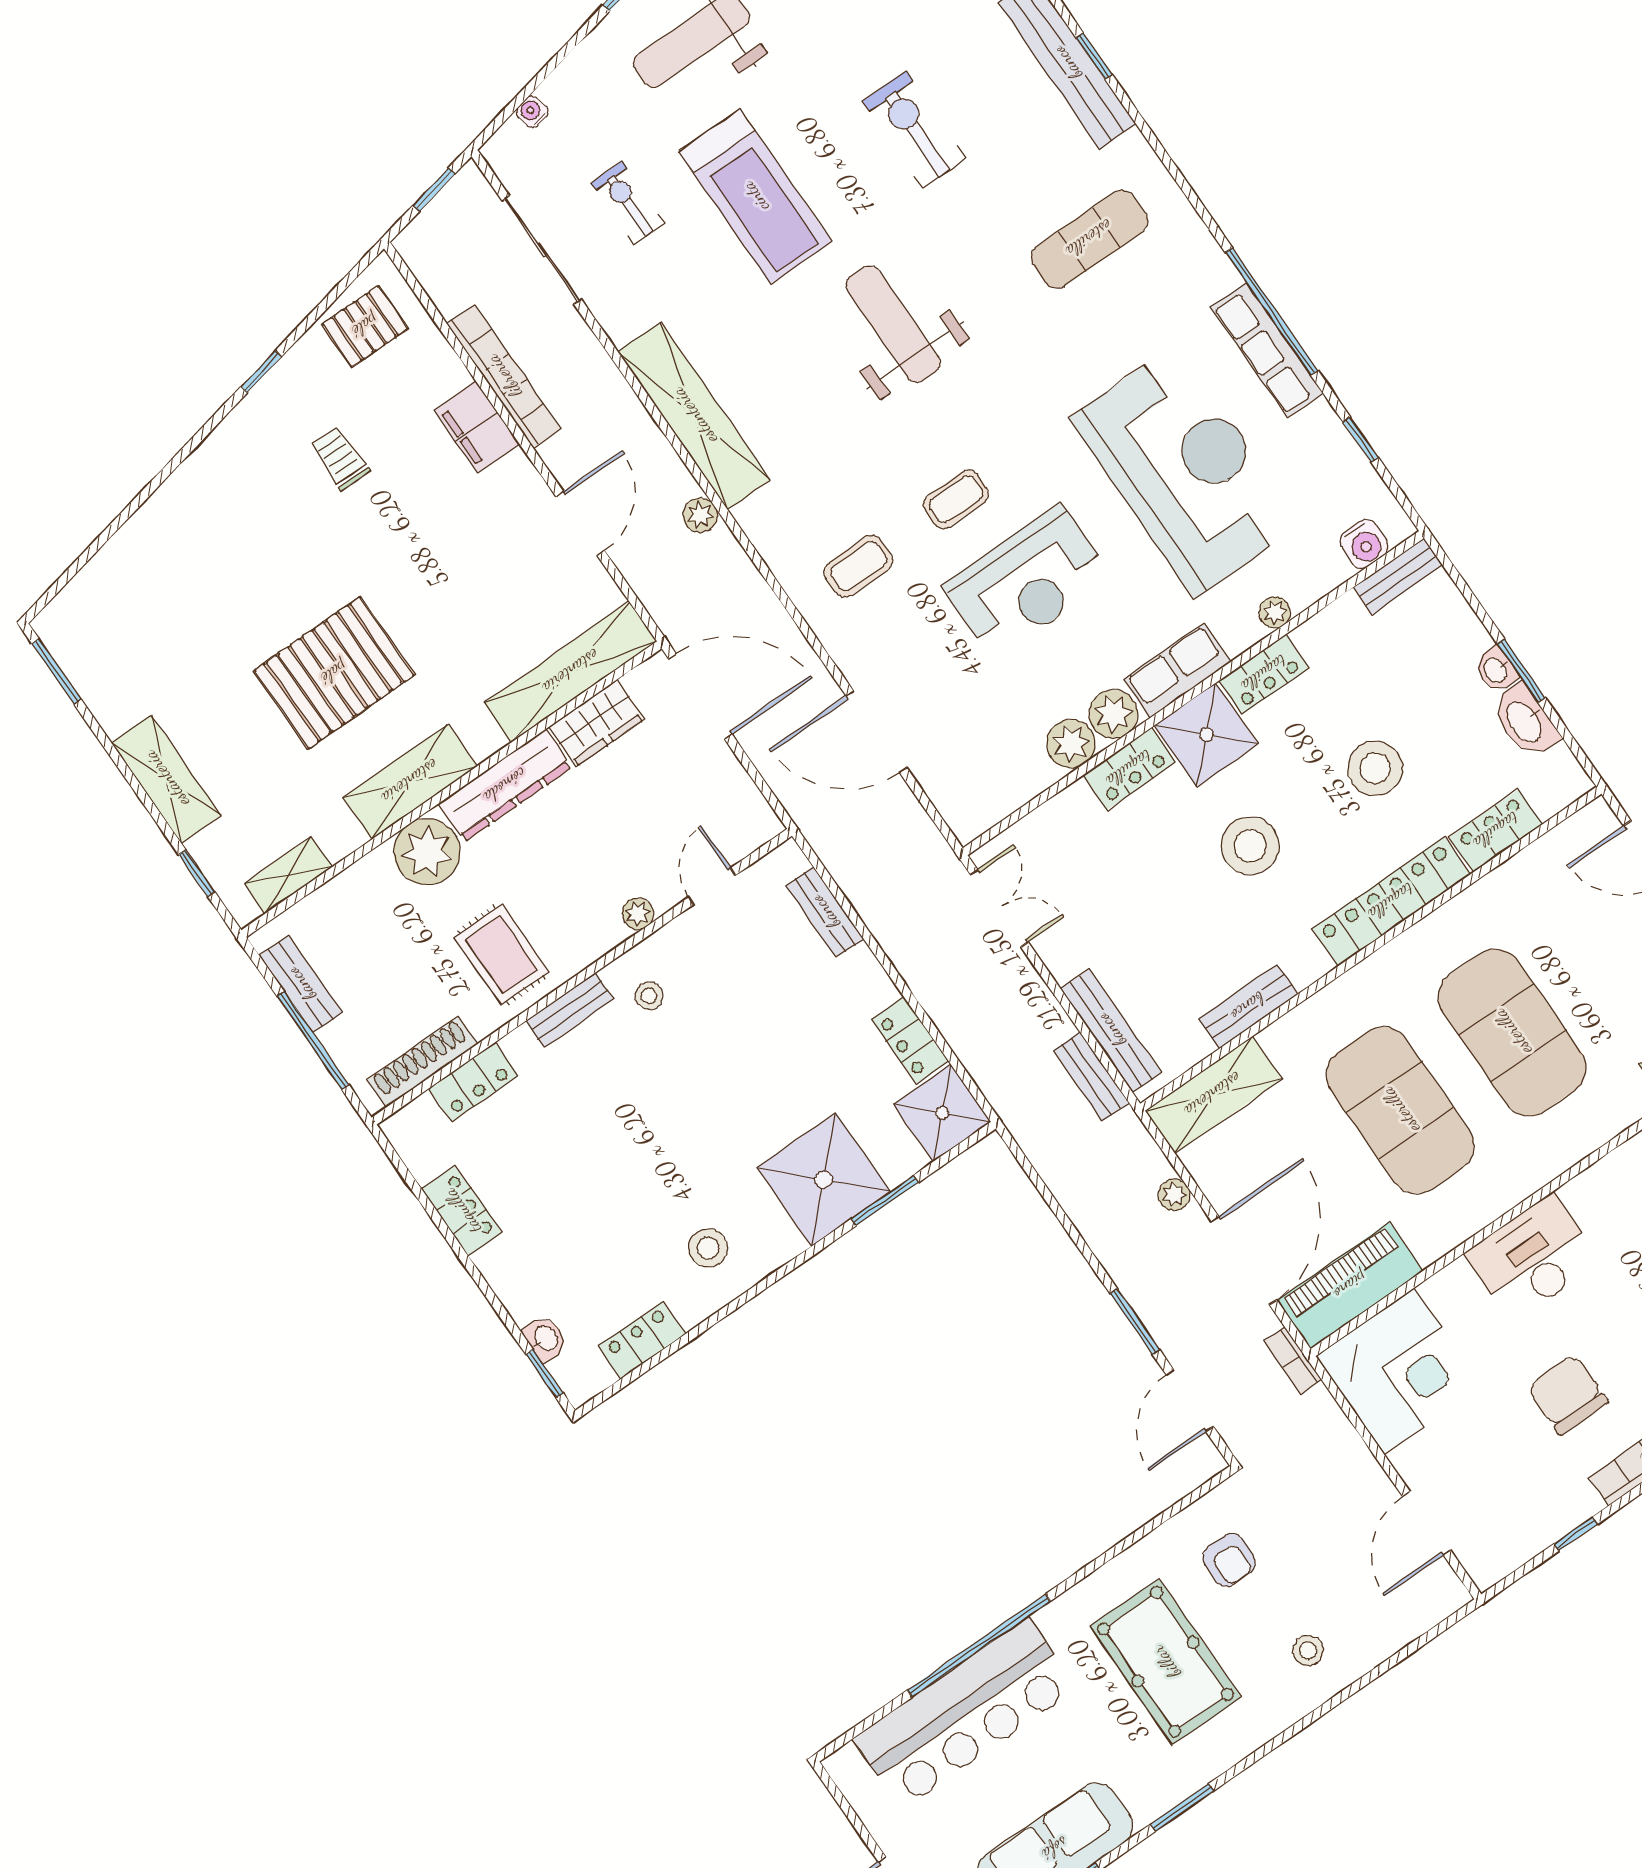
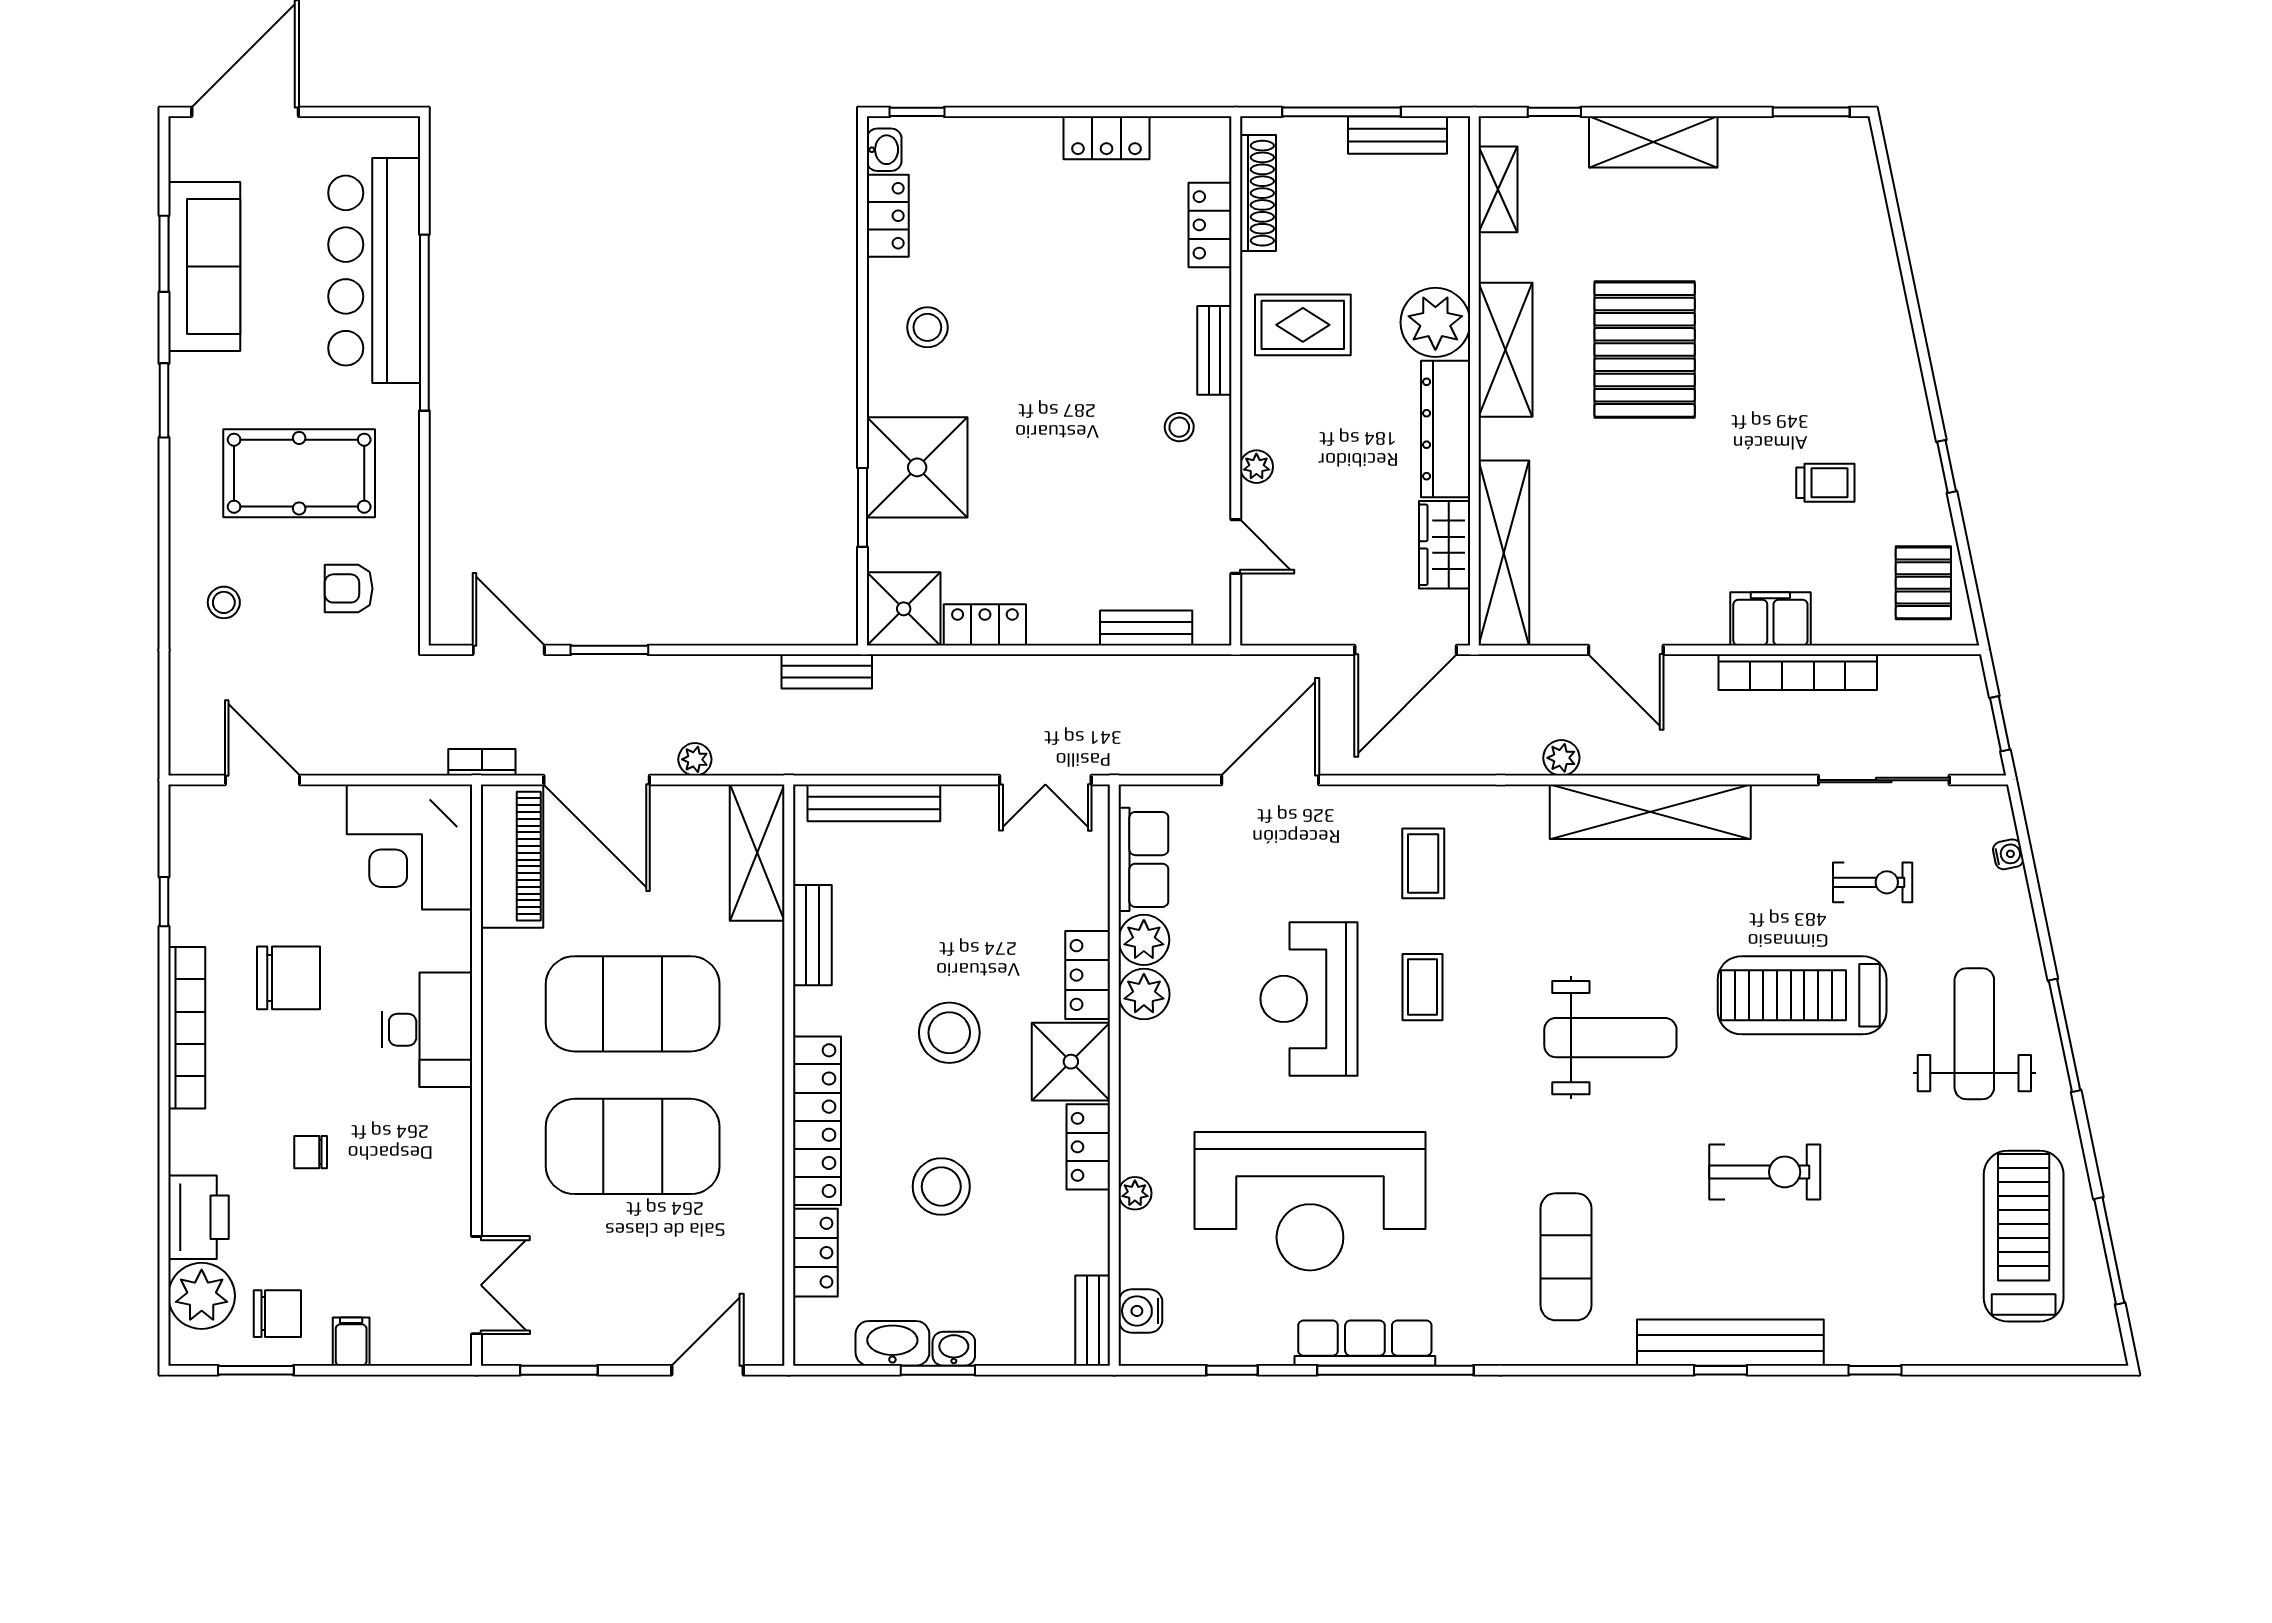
row of seats: (1177, 671) -> (1143, 859), moved
bench: (1091, 1077) -> (827, 671), moved
washbasin: (545, 1339) -> (884, 150), moved, turned -90

